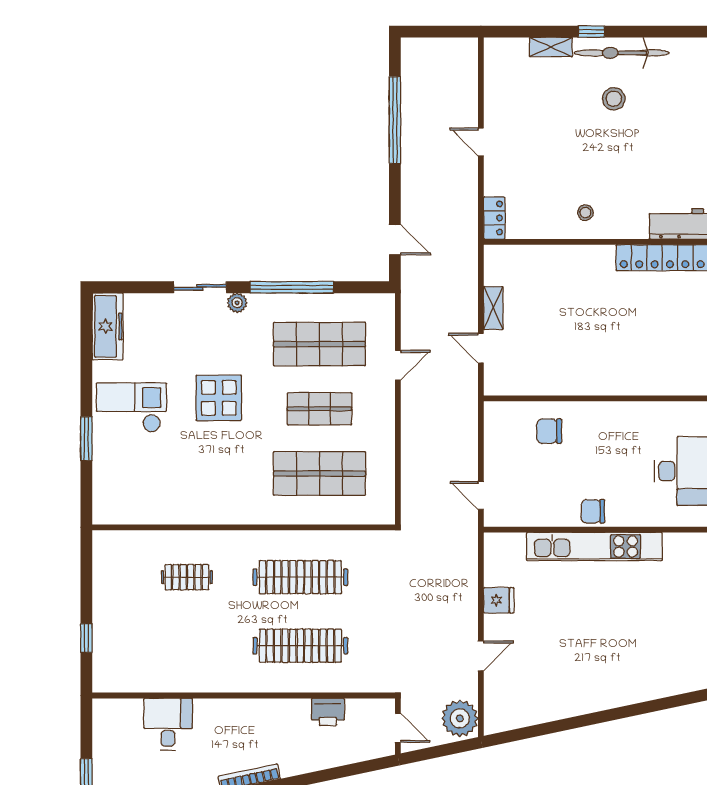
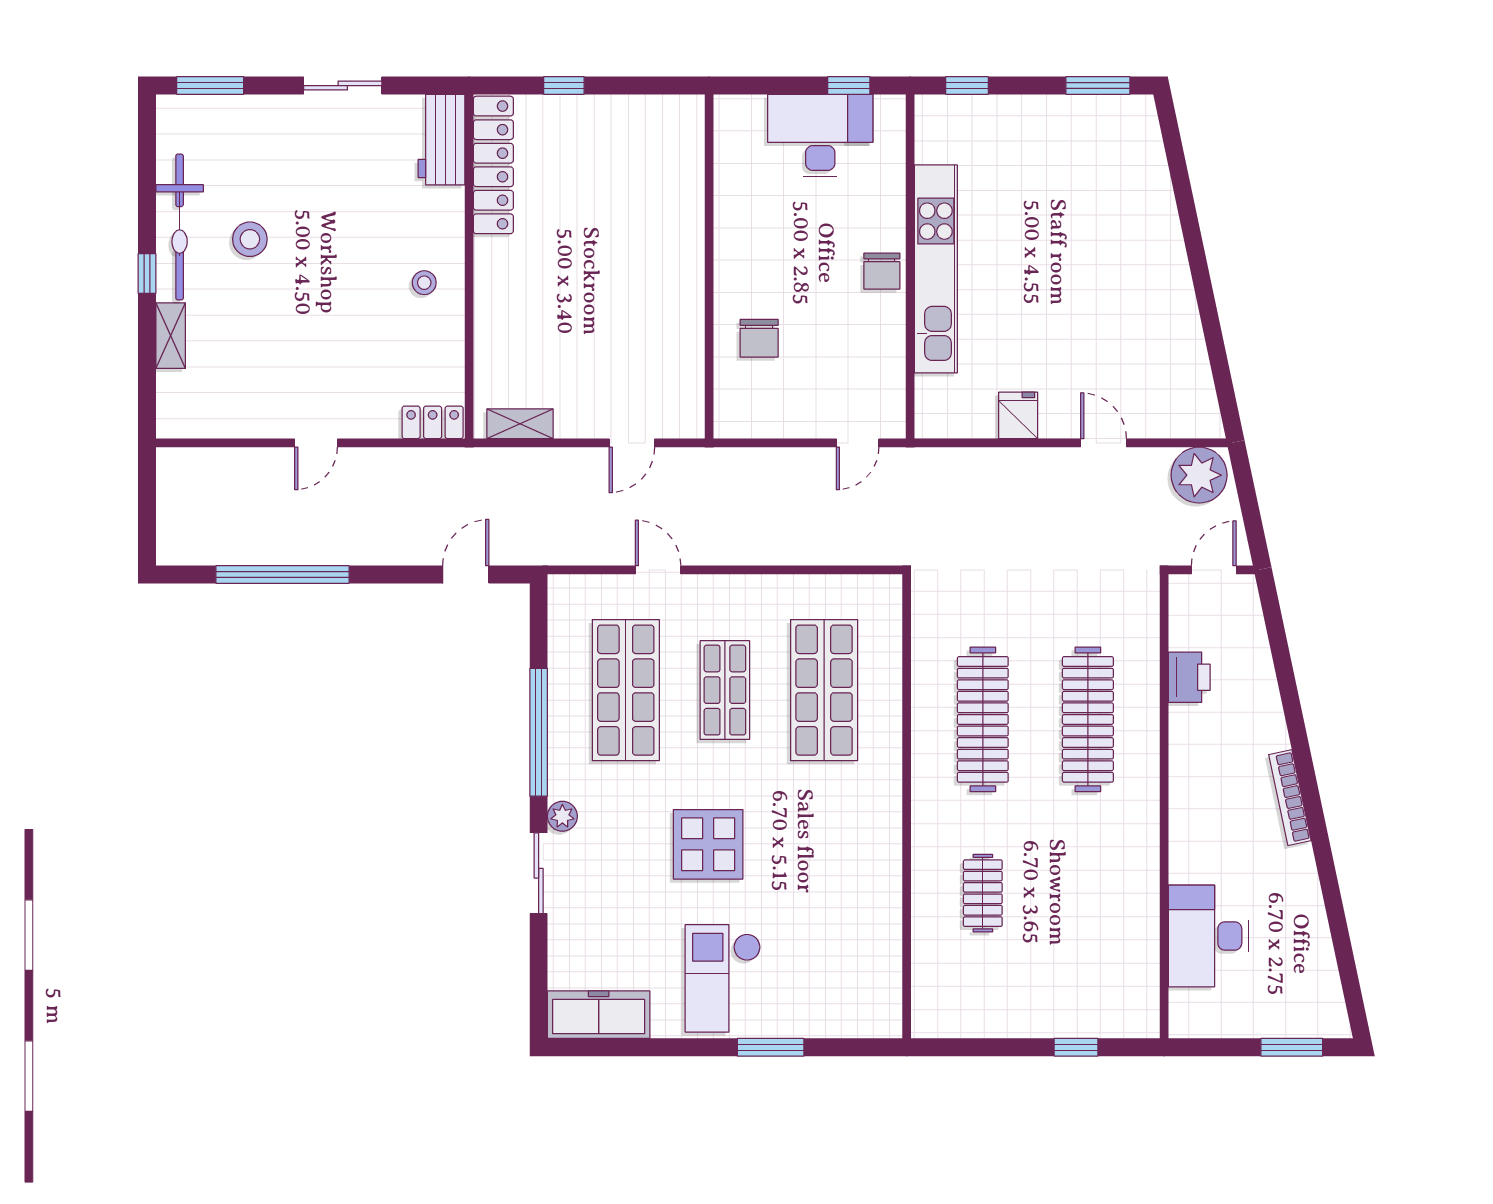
shelving: (493, 308) -> (520, 424), moved
desk: (168, 724) -> (1208, 936), width x1.37

